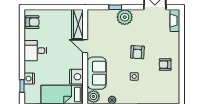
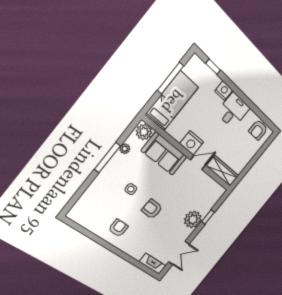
nightstand: (76, 77) -> (192, 143), moved
nightstand: (29, 79) -> (224, 91), moved

